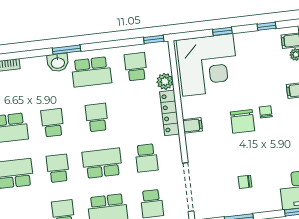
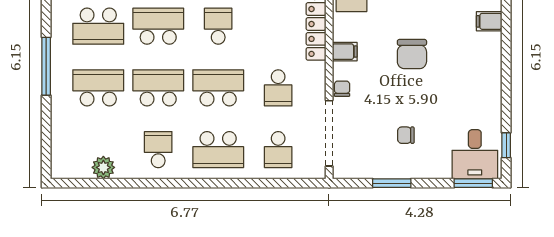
chair: (266, 112) -> (342, 89), moved
school desk: (52, 123) -> (158, 26), width x1.85
school desk: (58, 168) -> (158, 88), width x1.85

